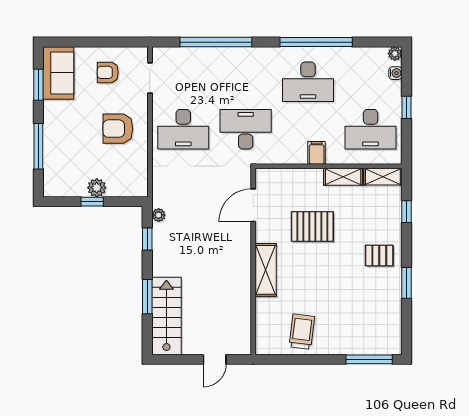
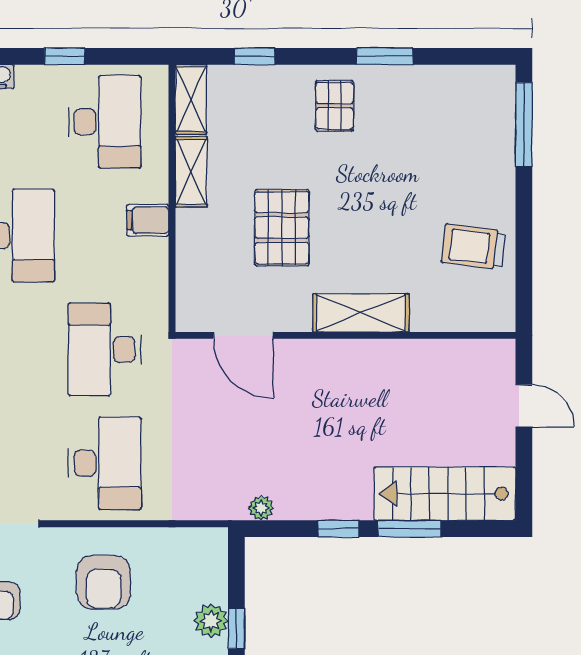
window: (147, 239) -> (339, 529), moved

